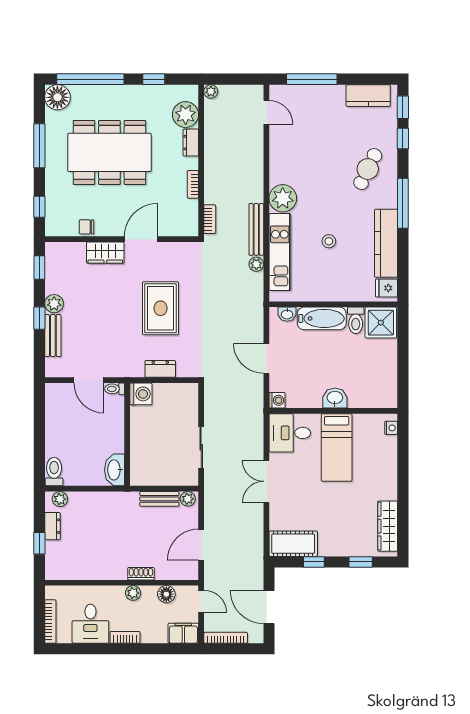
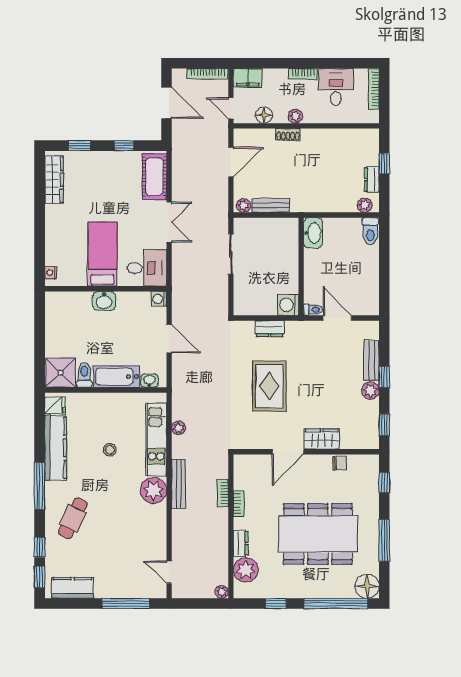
bookcase: (210, 219) -> (223, 493), moved
bench: (256, 229) -> (179, 484), moved
cot: (293, 544) -> (154, 177), moved, turned 90

